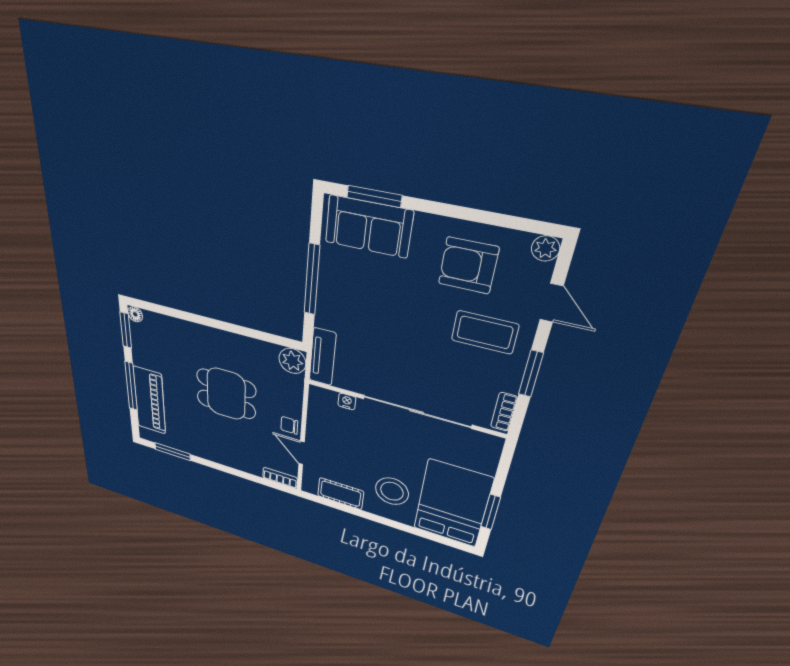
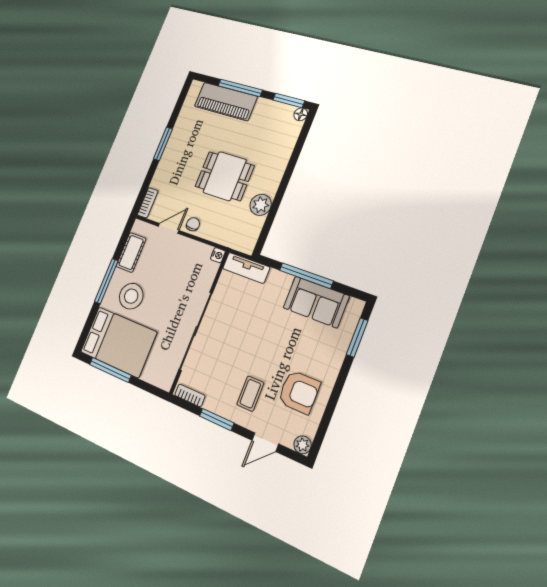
sofa: (368, 226) -> (316, 302), moved, turned -90
armchair: (468, 266) -> (299, 392), turned 90
coffee table: (485, 332) -> (250, 394), width x0.73, depth x0.77
plant: (292, 361) -> (261, 205), moved
dining table: (226, 394) -> (225, 176), turned 90
nightstand: (347, 401) -> (218, 255), moved
window: (173, 452) -> (163, 144), moved
window: (491, 512) -> (110, 370), width x1.44
window: (381, 520) -> (106, 281), added

